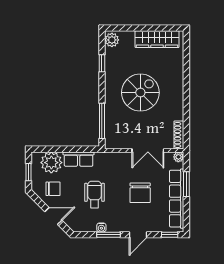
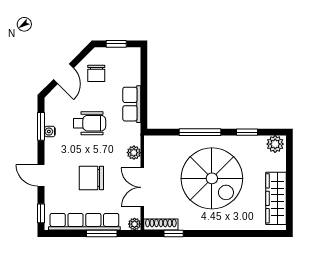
spiral stairs: (140, 93) -> (212, 178), width x1.37, depth x1.37
window: (102, 121) -> (200, 132), moved
window: (186, 124) -> (174, 234), added
plant: (51, 163) -> (134, 153), moved, width x0.53, depth x0.53
window: (109, 235) -> (41, 126), moved

